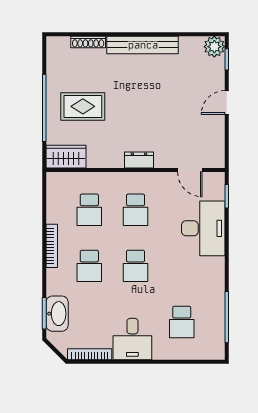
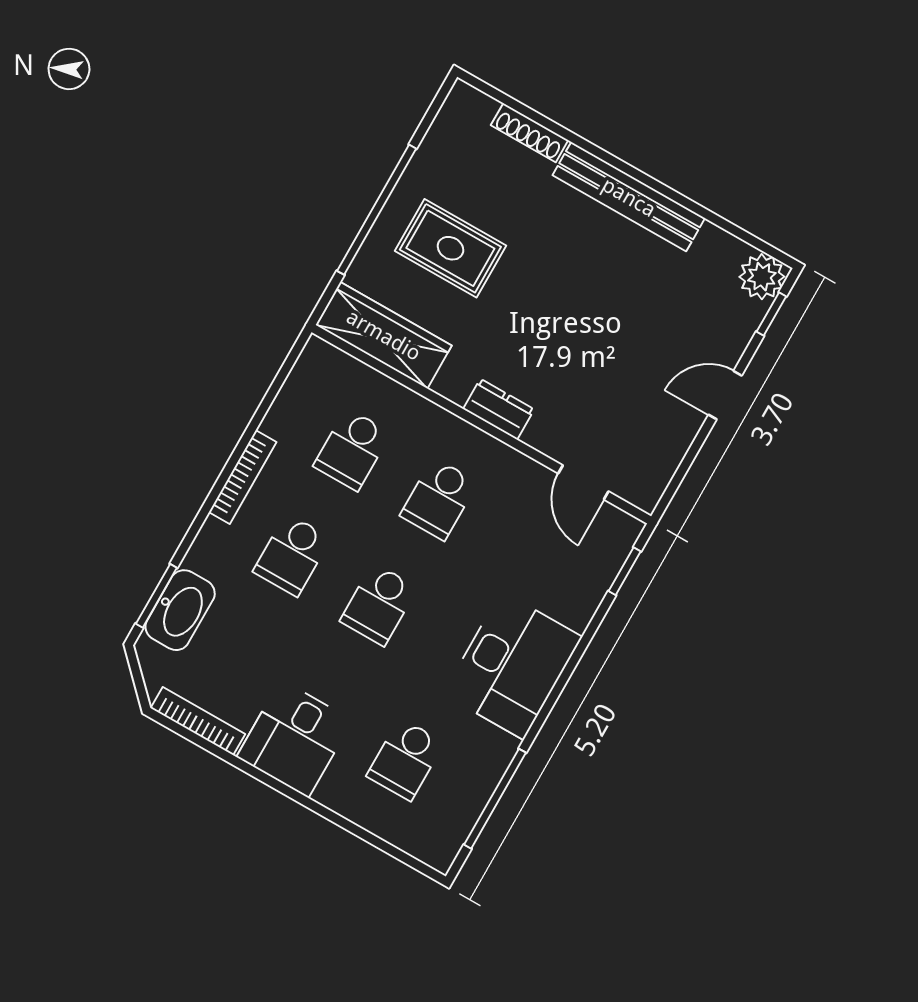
wardrobe: (66, 157) -> (384, 335), width x1.50
desk: (203, 228) -> (513, 665), moved

